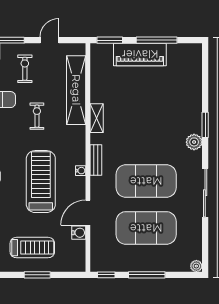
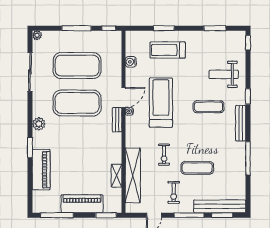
window: (157, 40) -> (57, 215), moved
piano: (191, 97) -> (41, 170), added
shelving: (97, 118) -> (117, 176), moved
plant: (194, 142) -> (39, 124), moved
treadmill: (41, 182) -> (161, 103), turned 180
sliding door: (205, 193) -> (30, 72), moved
door: (88, 213) -> (124, 97), moved

